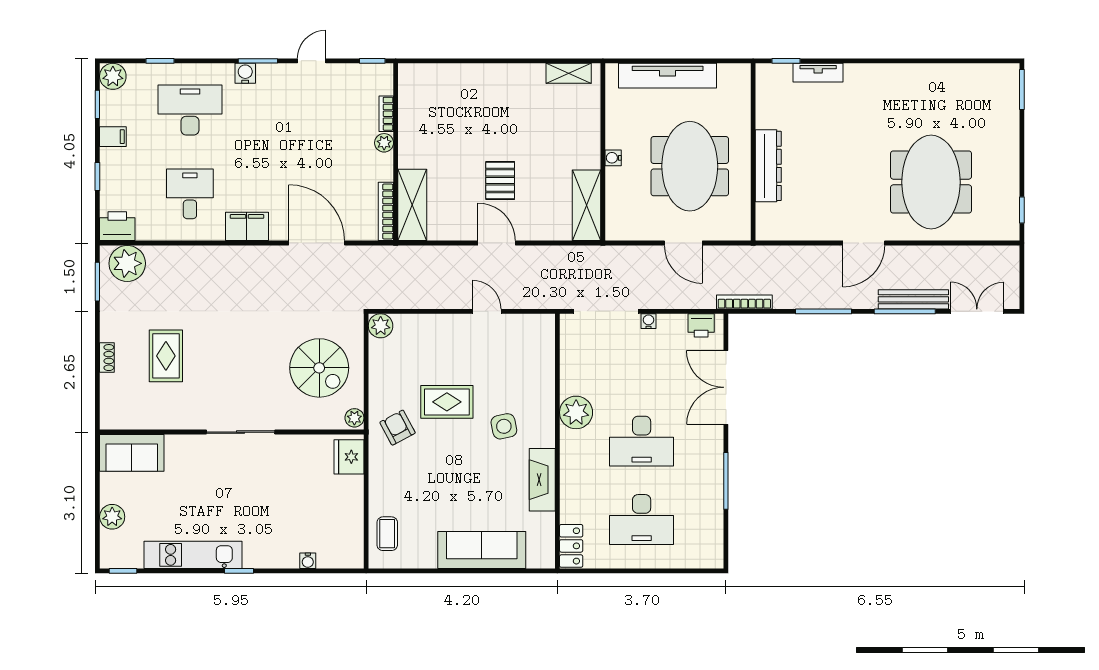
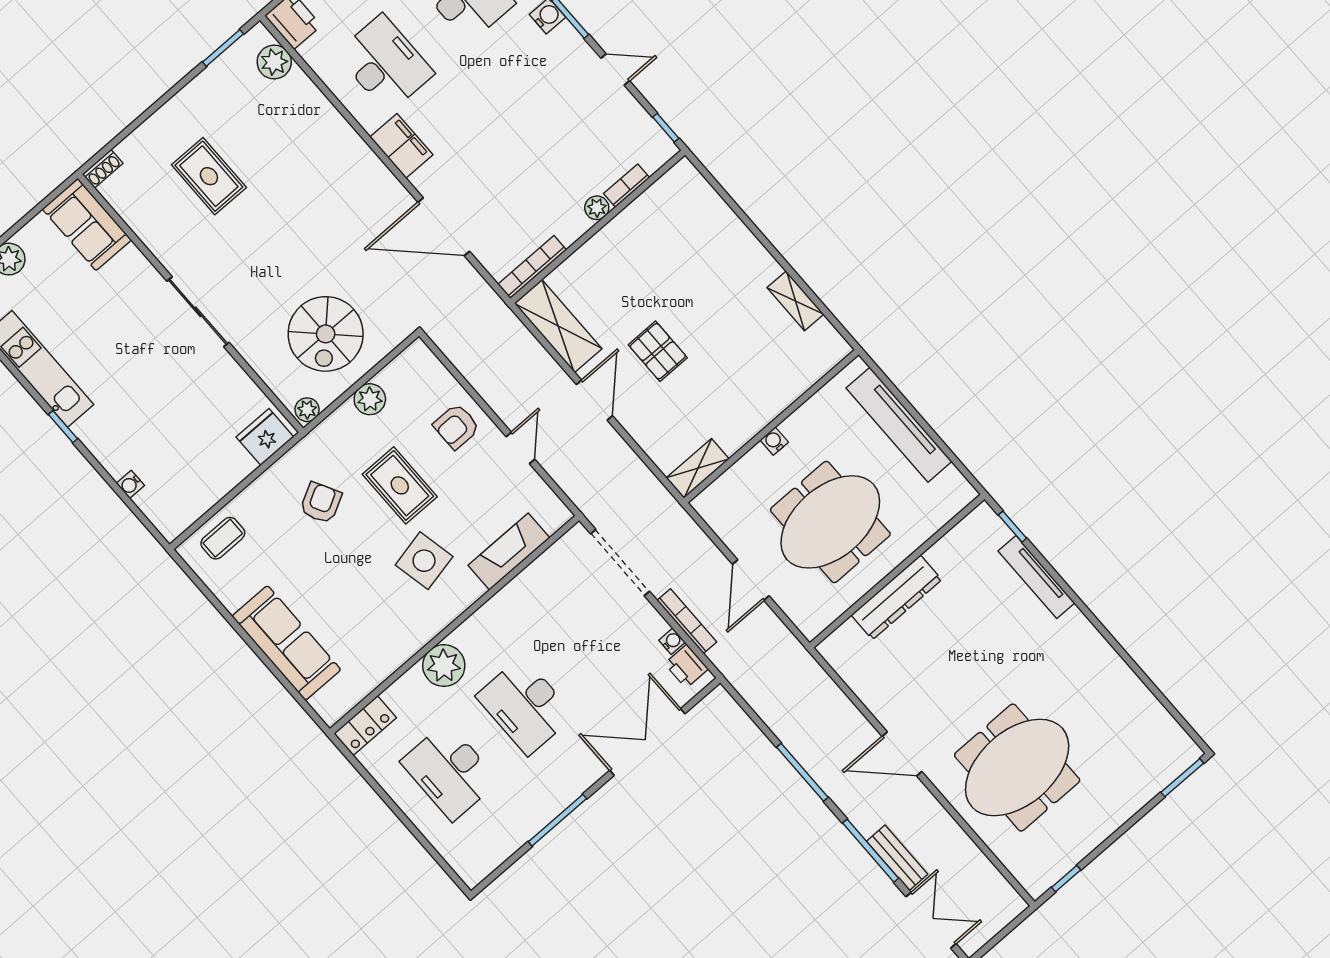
shelving: (569, 73) -> (795, 301), moved
tv unit: (818, 73) -> (1036, 577), width x1.41
pallet: (500, 180) -> (658, 351), turned 90
desk: (190, 194) -> (385, 64), width x1.37
shelving: (412, 205) -> (558, 326), moved, turned 90
shelving: (586, 205) -> (698, 468), width x0.67, depth x0.75
door: (317, 243) -> (444, 227), swing flipped
plant: (127, 263) -> (274, 62), width x0.73, depth x0.73
bench: (913, 299) -> (897, 858), width x0.73
bookcase: (744, 302) -> (687, 621), moved
water cooler: (649, 321) -> (672, 641), moved
plant: (381, 326) -> (370, 399), moved
armchair: (441, 338) -> (456, 426), added
rug: (166, 356) -> (209, 176), turned 90
shoe rack: (107, 358) -> (103, 169), moved
plant: (576, 412) -> (444, 666), moved
side table: (504, 426) -> (424, 561), width x1.37, depth x1.37
armchair: (398, 428) -> (321, 503), moved
fireplace: (542, 480) -> (509, 552), moved

